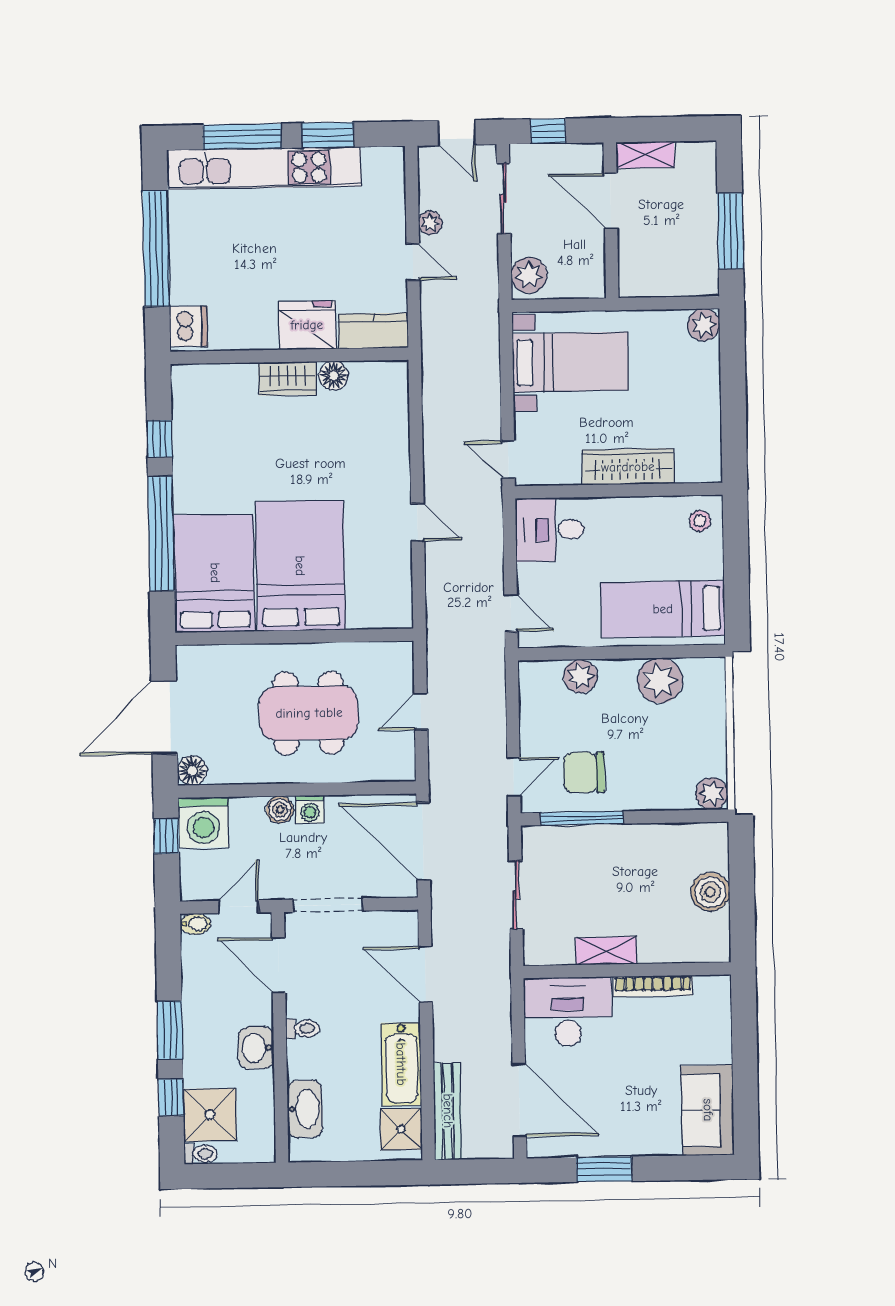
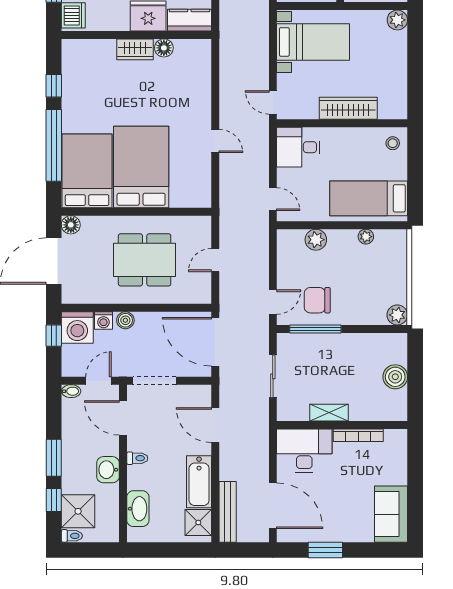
plant: (660, 681) -> (366, 237), width x0.53, depth x0.53
floor lamp: (192, 771) -> (71, 225), moved
washing machine: (310, 809) -> (103, 320), moved

